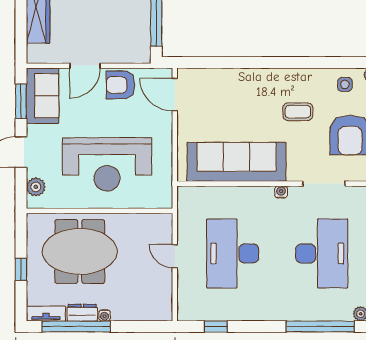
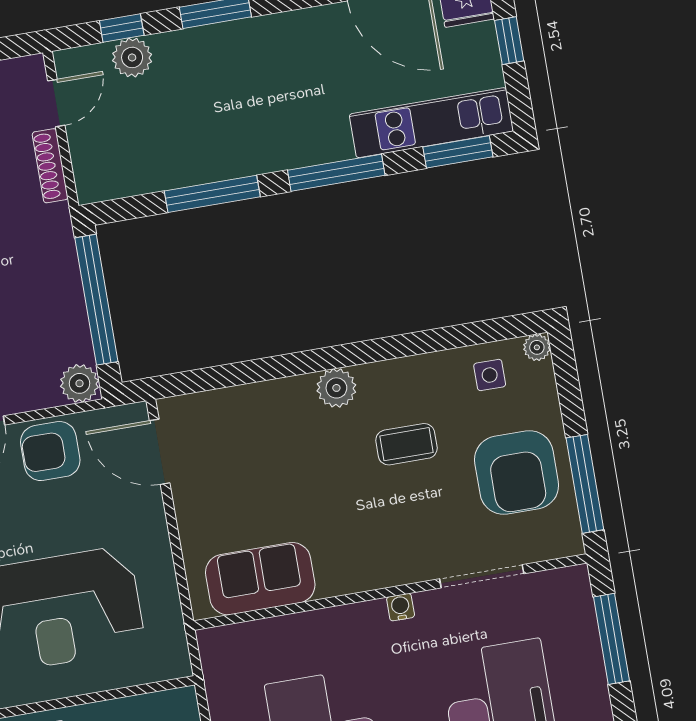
plant: (141, 54) -> (80, 383), added
plant: (268, 78) -> (336, 388), added
sofa: (237, 162) -> (260, 579), width x0.54, depth x0.79

